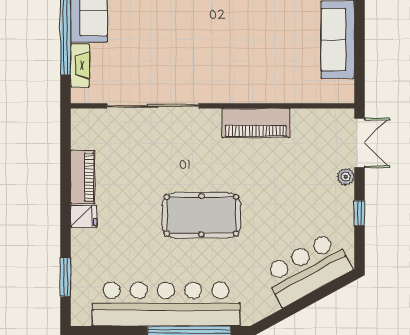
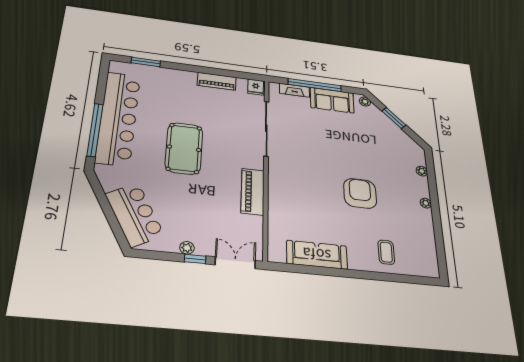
double door: (359, 143) -> (235, 263), swing flipped
plant: (346, 177) -> (187, 248), moved
window: (359, 213) -> (195, 259), moved
fridge: (84, 216) -> (256, 87), moved

